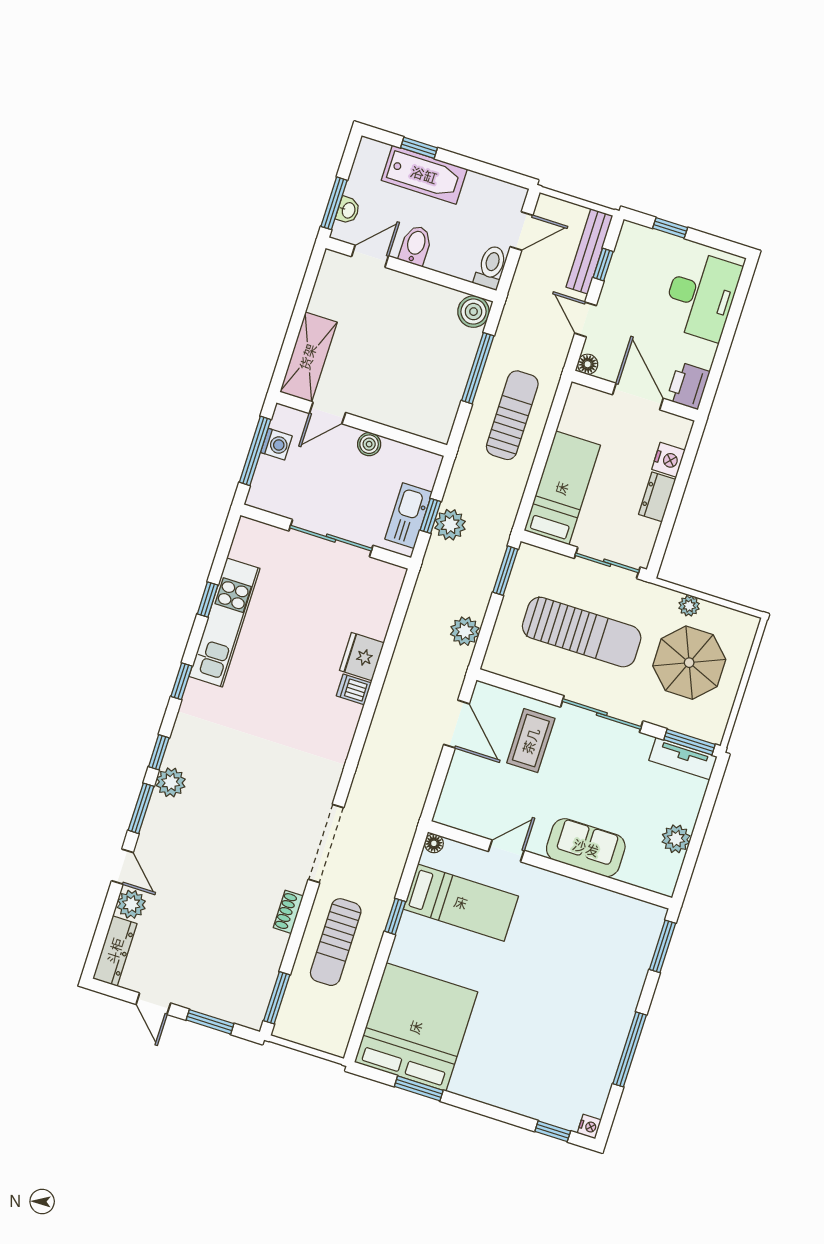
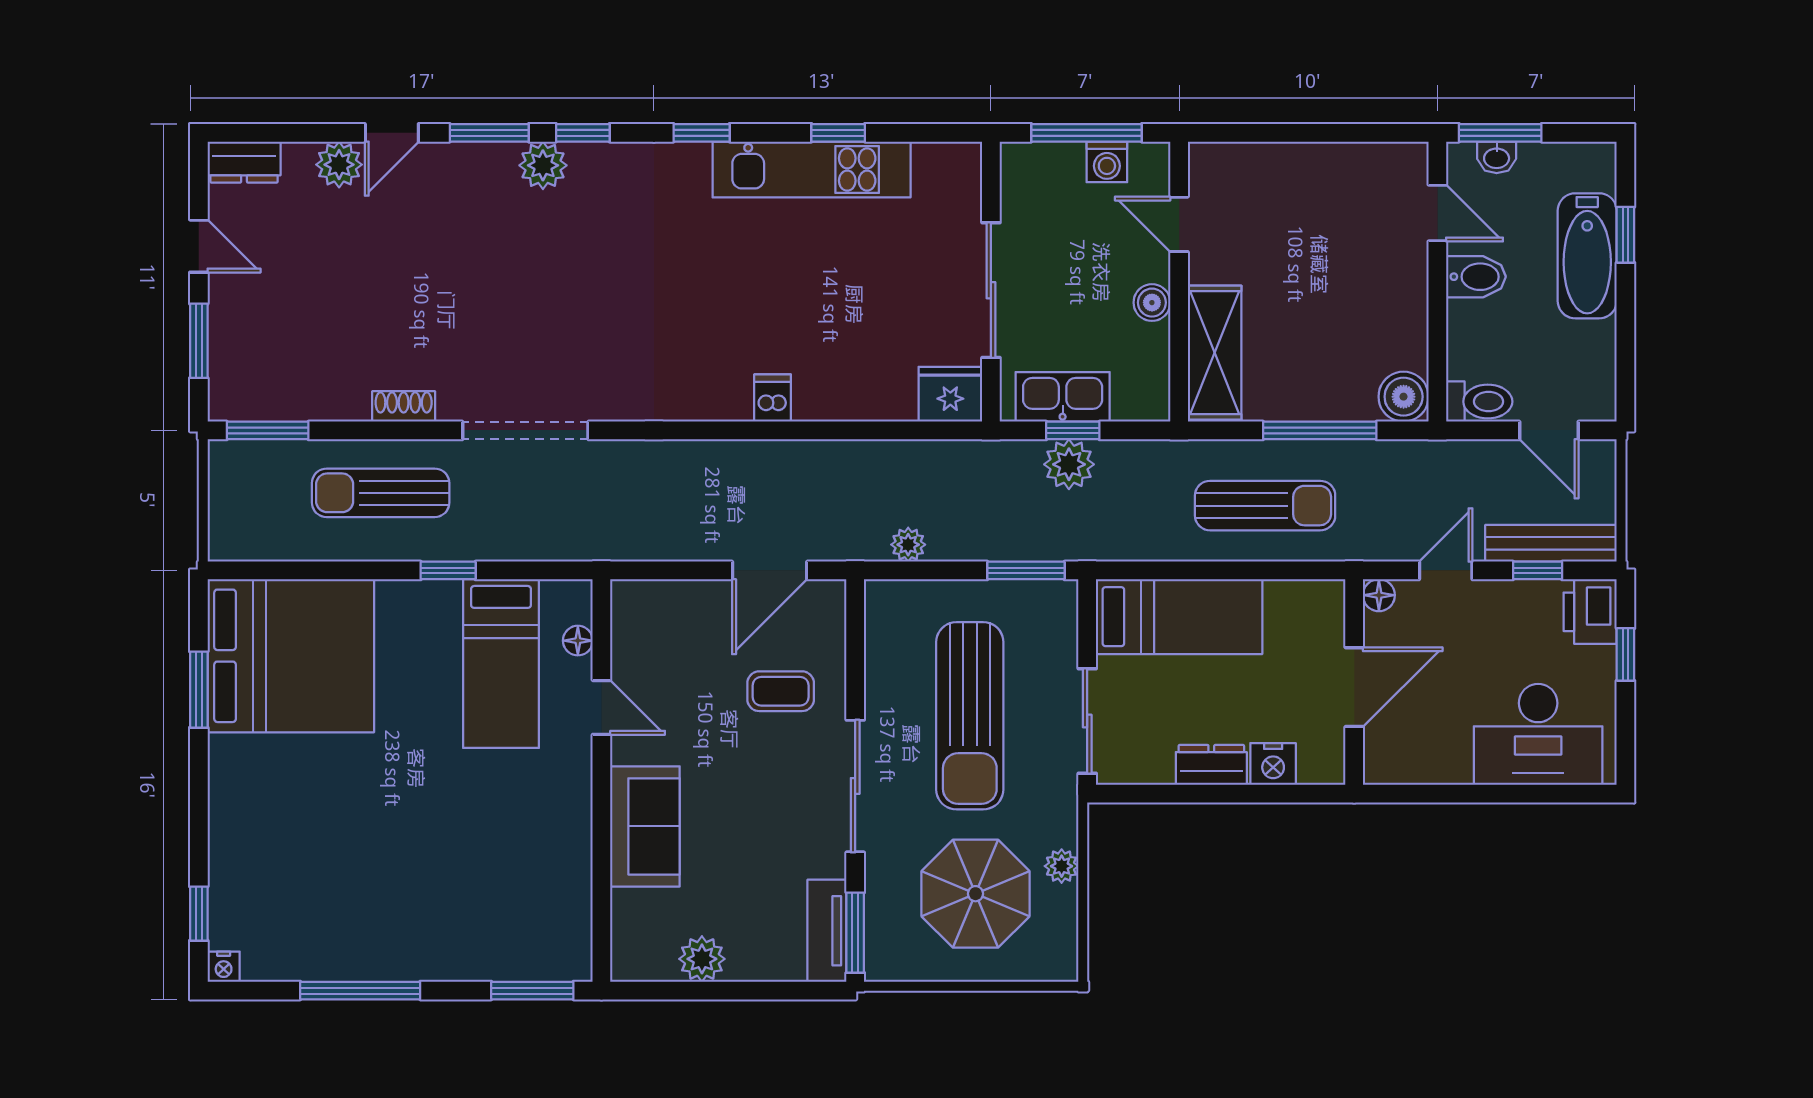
shelving: (308, 357) -> (1215, 353), moved, turned 90
printer: (688, 386) -> (1590, 612), moved, turned -90
plant: (465, 631) -> (908, 545), width x0.73, depth x0.73
fridge: (362, 657) -> (950, 394), moved
coffee table: (531, 741) -> (781, 691), width x0.73, depth x0.77
floor lamp: (434, 843) -> (578, 641), moved
dresser: (115, 951) -> (244, 162), width x0.70
door: (153, 1004) -> (199, 246), swing flipped

